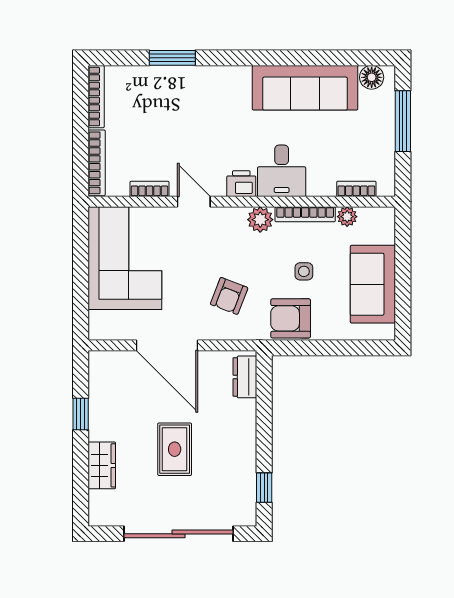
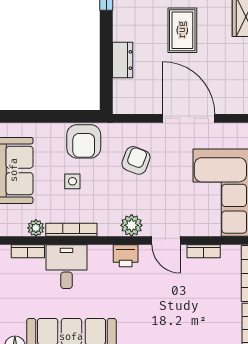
desk: (282, 171) -> (67, 267), moved
plant: (260, 220) -> (132, 225), moved
armchair: (291, 318) -> (84, 141), turned 90
dresser: (245, 377) -> (123, 60), moved

